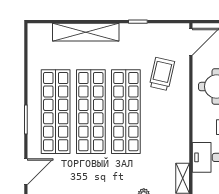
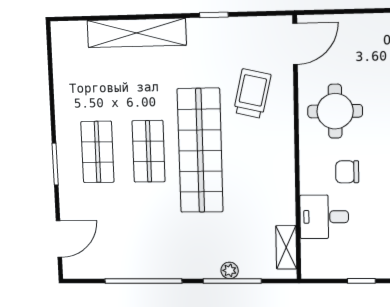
shop shelf: (56, 112) -> (97, 152), width x0.50, depth x0.74
shop shelf: (91, 112) -> (149, 151), width x0.50, depth x0.74

